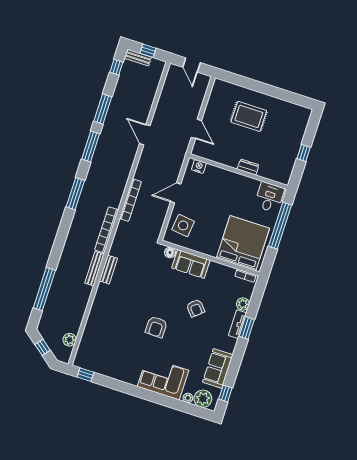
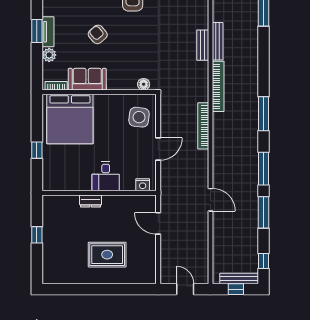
bench: (138, 58) -> (239, 279), width x1.36
desk: (269, 197) -> (106, 176), moved
window: (280, 226) -> (37, 150), width x0.32
sofa: (191, 264) -> (87, 79), moved

